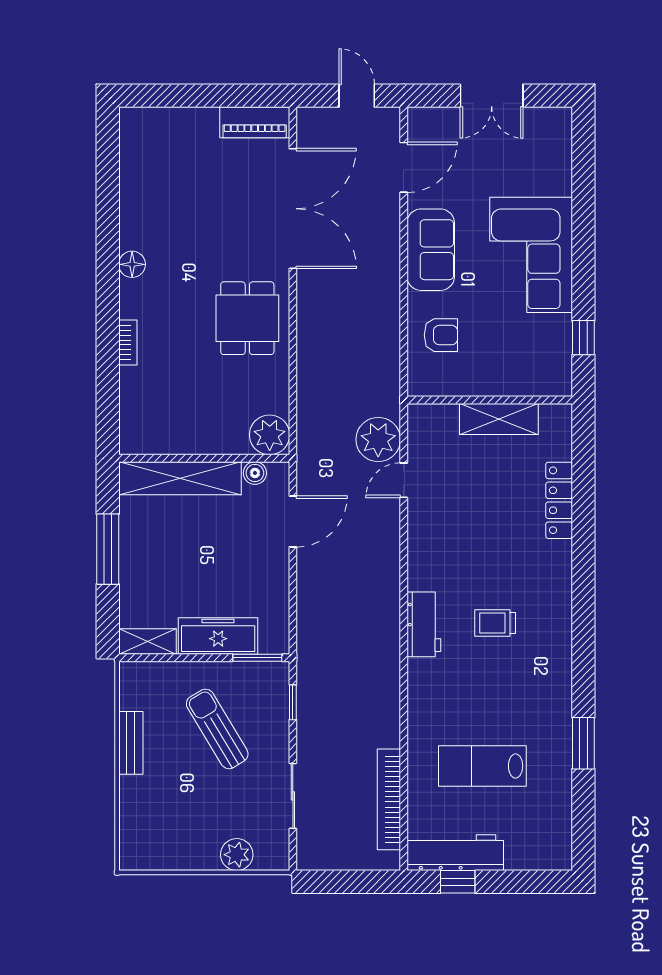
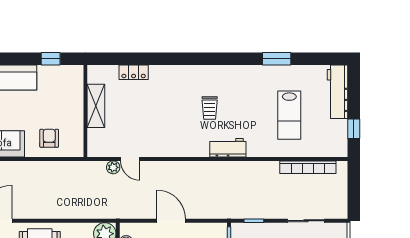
plant: (378, 440) -> (113, 167), width x0.53, depth x0.53
locker: (559, 500) -> (134, 72), width x0.66
door: (293, 521) -> (171, 221), moved
workbench: (424, 624) -> (228, 148), moved
workbench: (455, 853) -> (338, 92), moved

